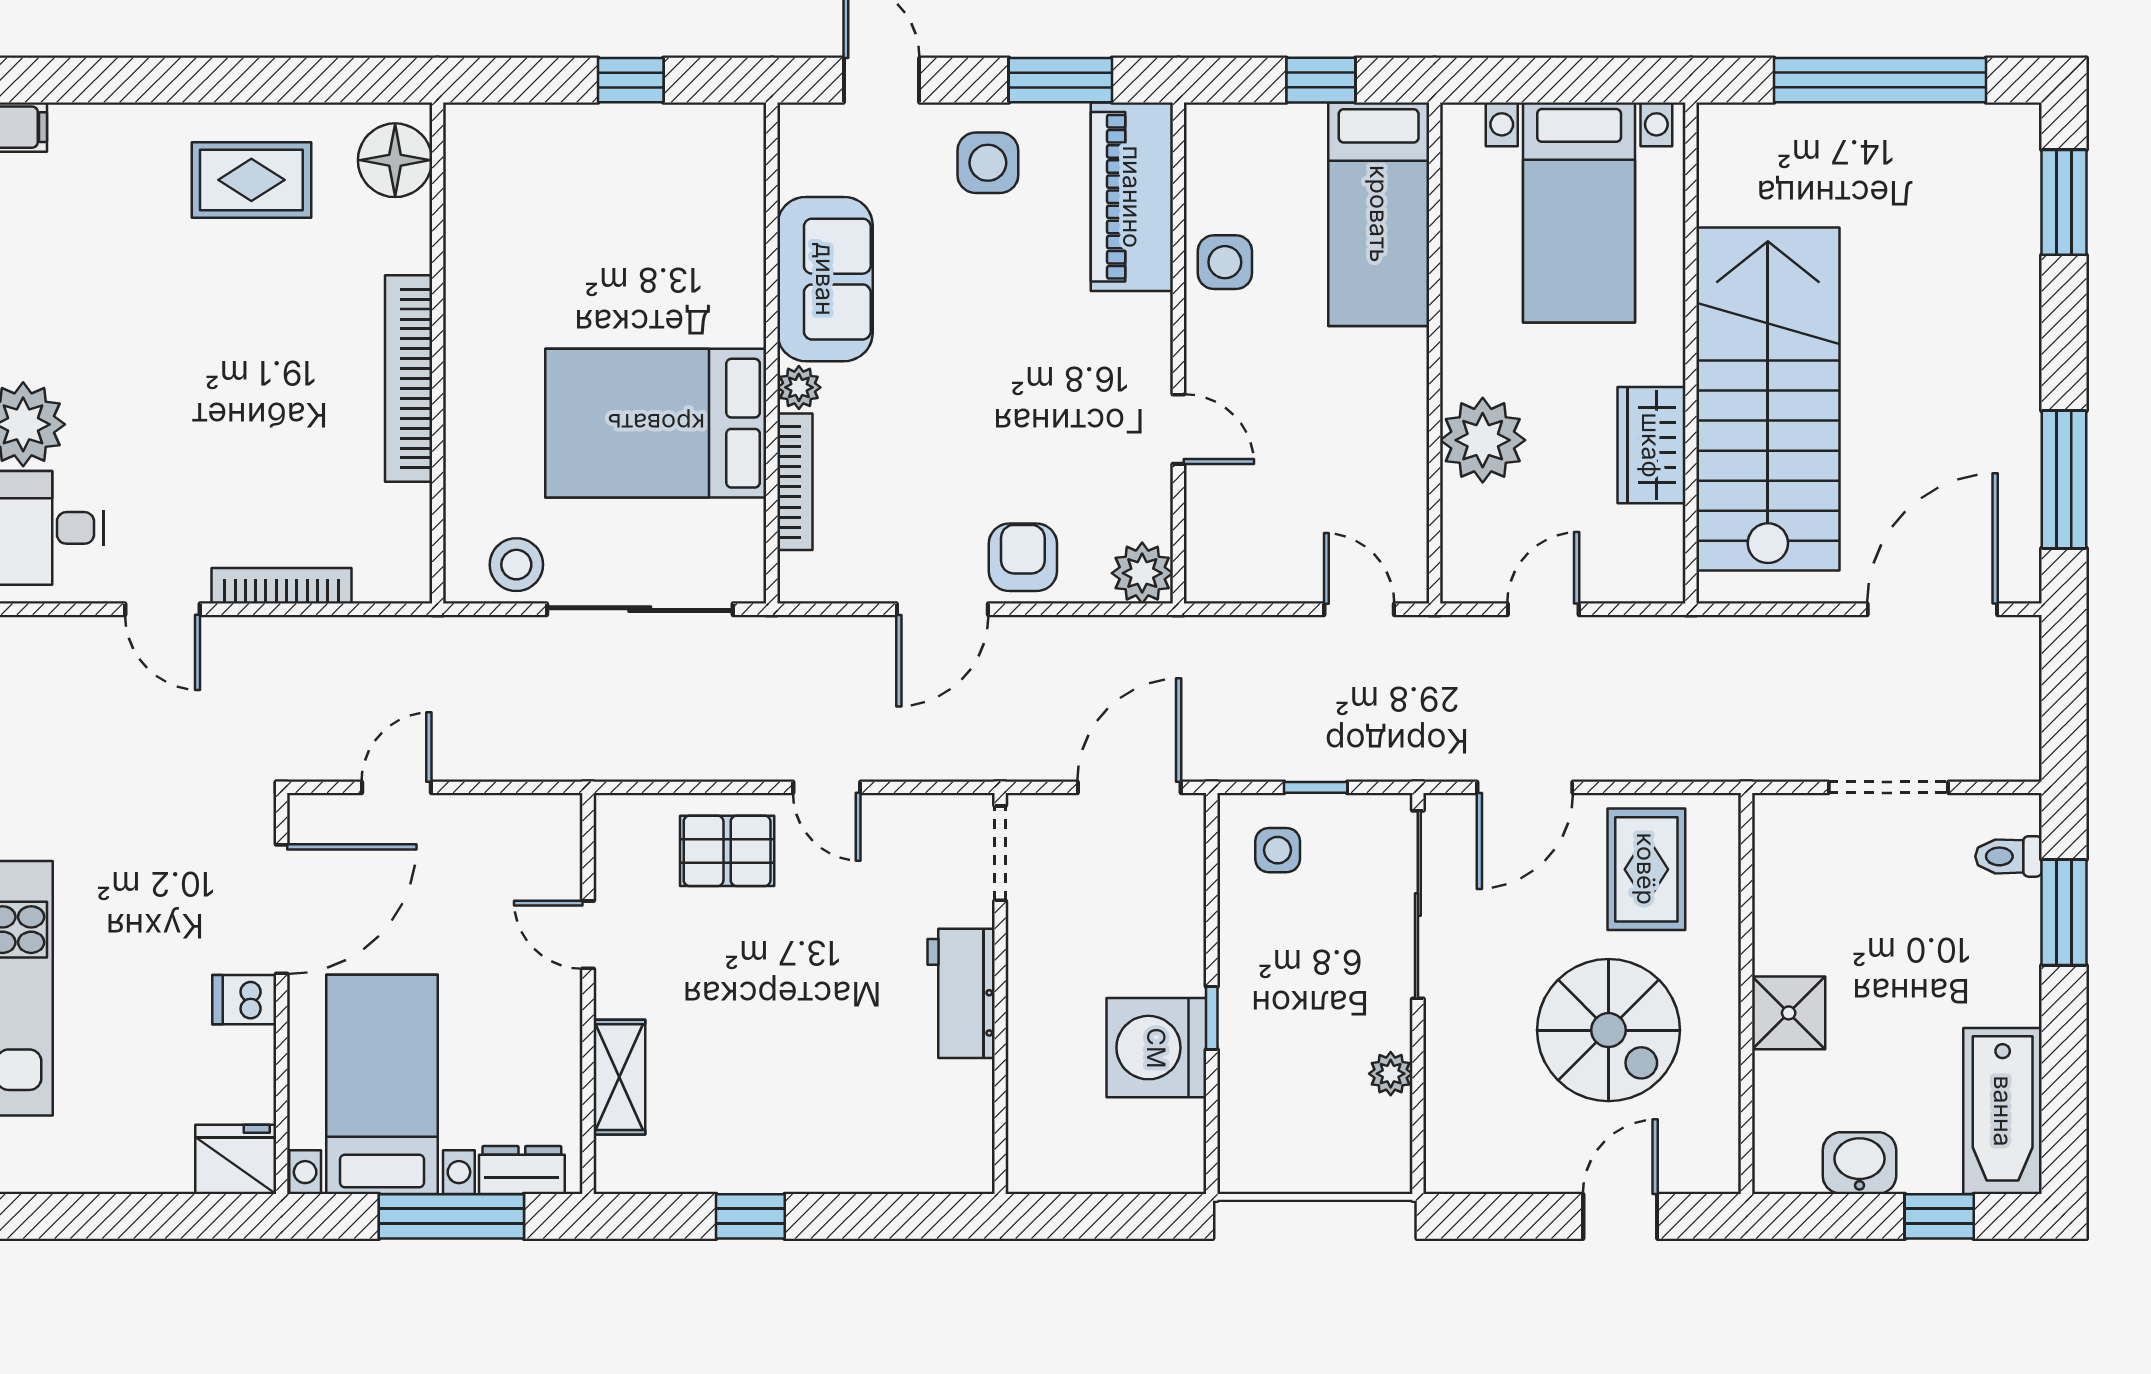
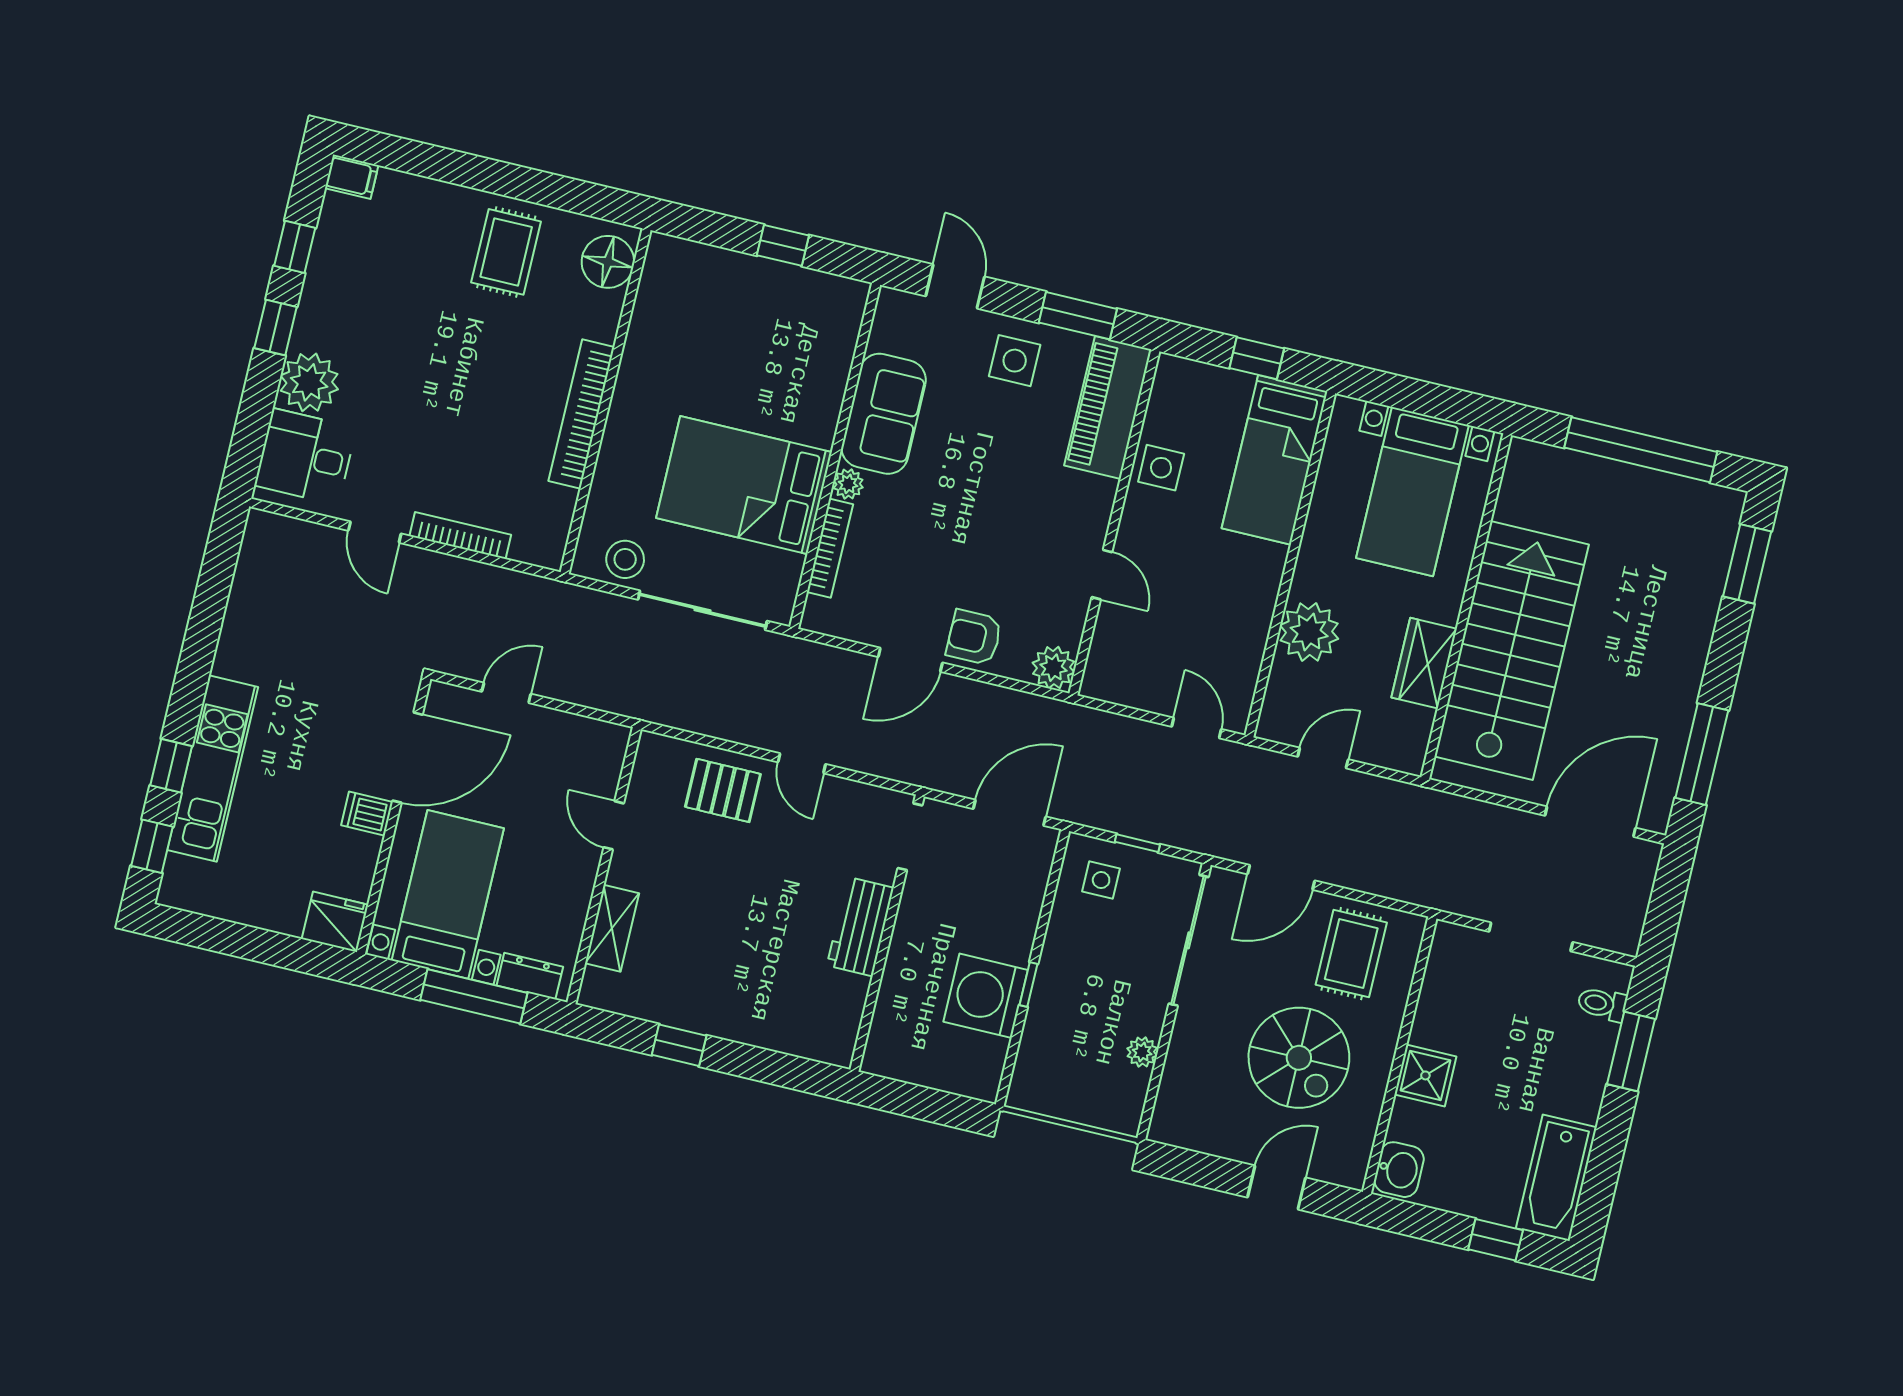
rug: (251, 180) -> (506, 252), turned 90
armchair: (1023, 557) -> (974, 637), turned -90
washbasin: (1859, 1163) -> (1399, 1170), moved, turned 90

